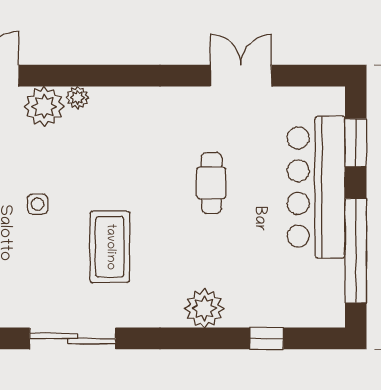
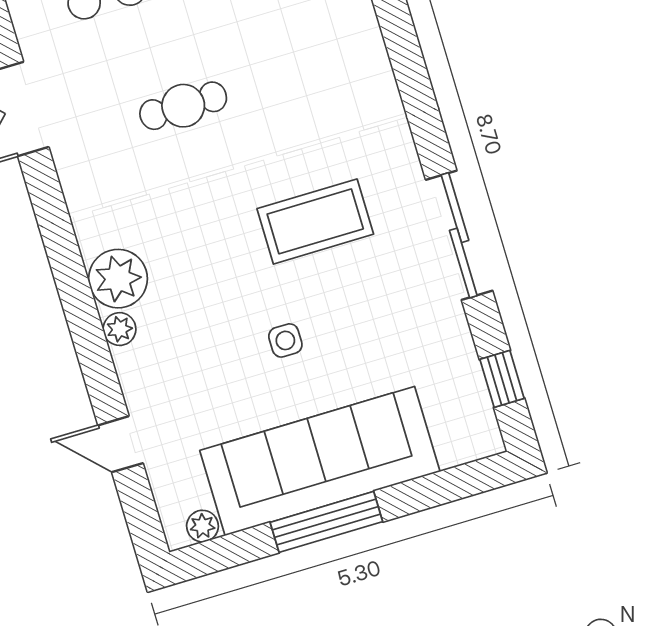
plant: (44, 106) -> (118, 279), moved
plant: (204, 308) -> (362, 63), removed

